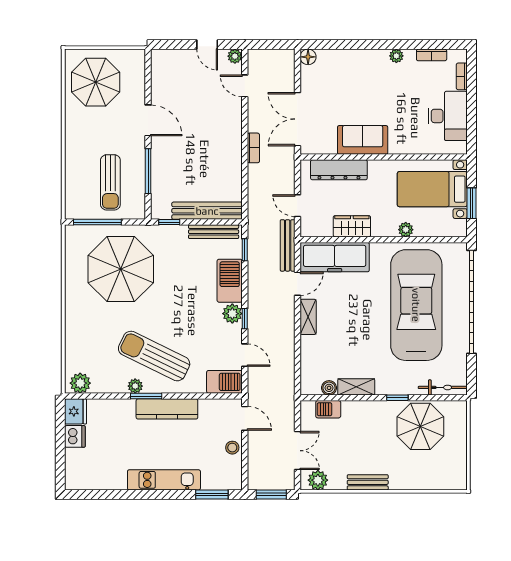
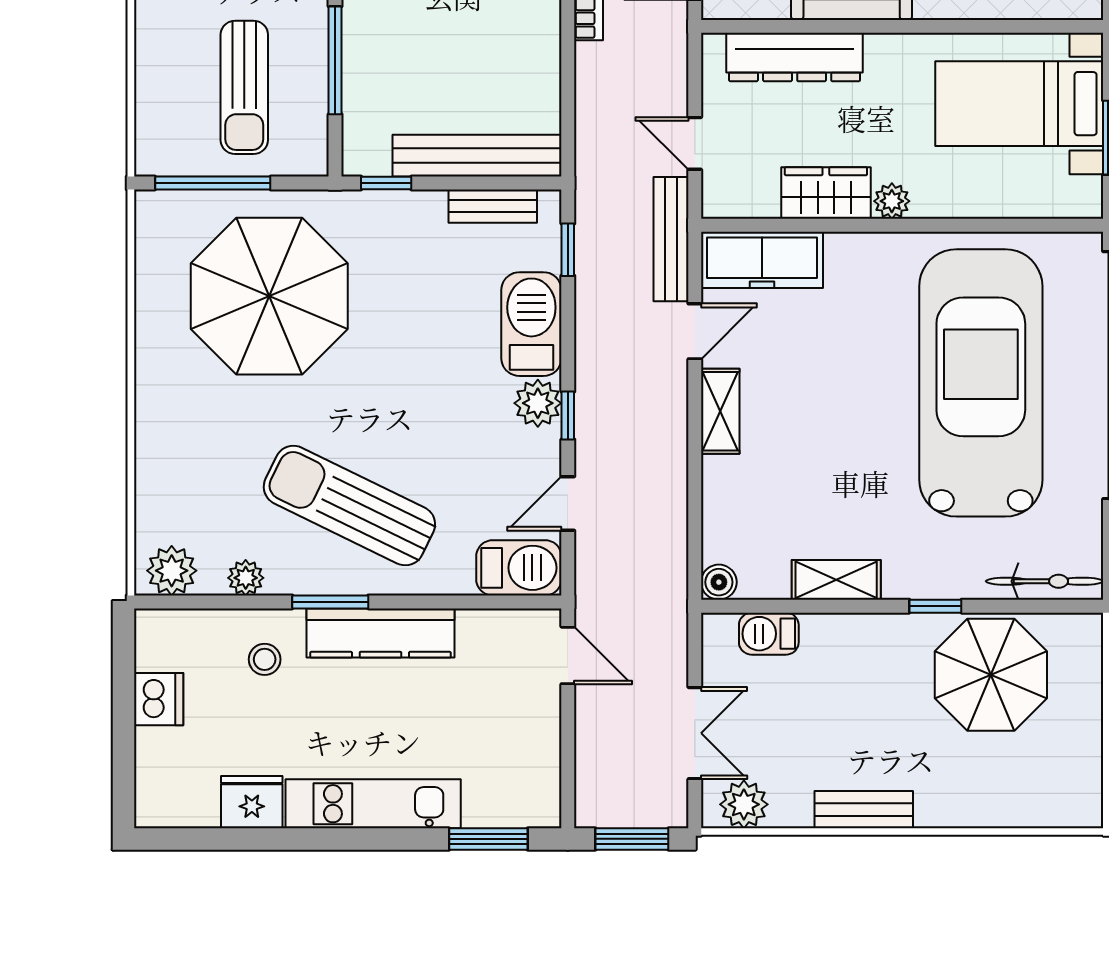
plant: (406, 230) -> (892, 201), moved
bench: (214, 232) -> (493, 206), width x0.73
freezer: (335, 257) -> (762, 260), width x0.73, depth x0.79
door: (245, 355) -> (568, 503), swing flipped
plant: (135, 386) -> (246, 578), moved
boiler: (329, 388) -> (719, 582), moved
fridge: (76, 411) -> (252, 802), moved, turned -90
stool: (232, 448) -> (265, 659), moved

